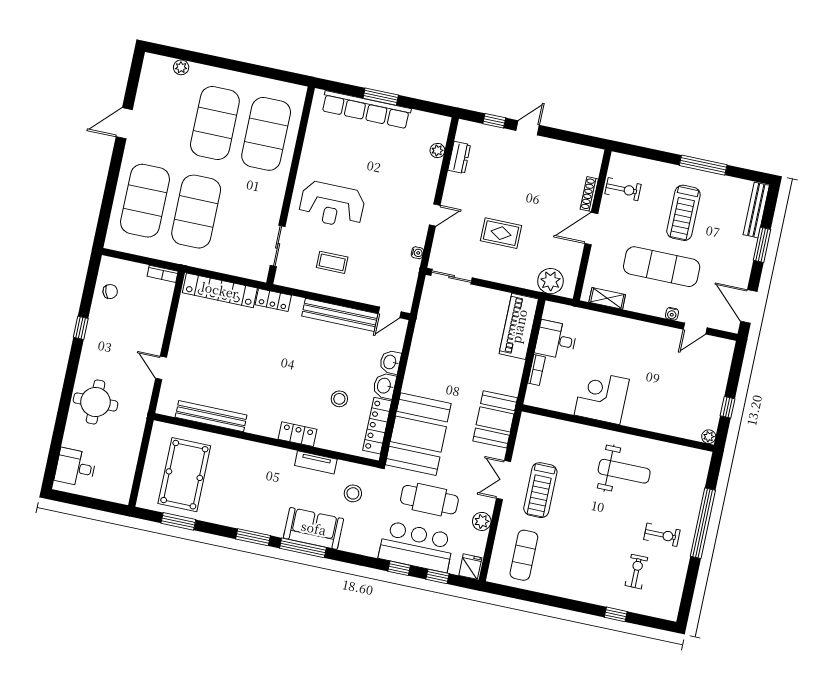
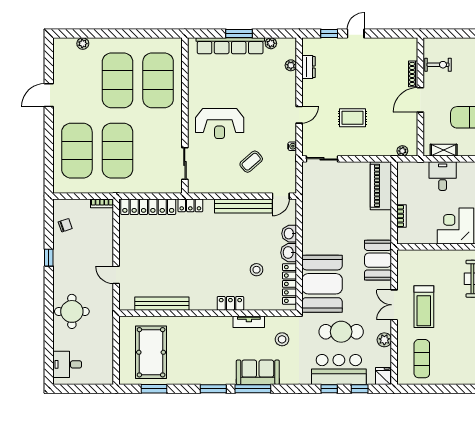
plant: (418, 117) -> (271, 43), added
coffee table: (332, 262) -> (251, 162), moved, turned -41
plant: (551, 281) -> (402, 151), width x0.53, depth x0.53
desk: (556, 340) -> (443, 176), moved, turned 90

